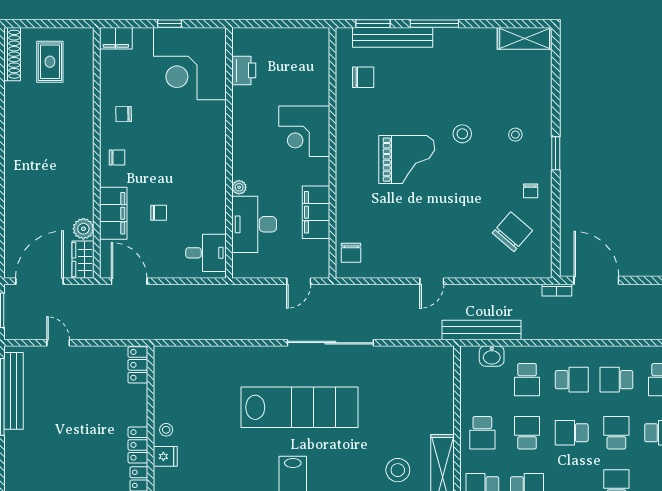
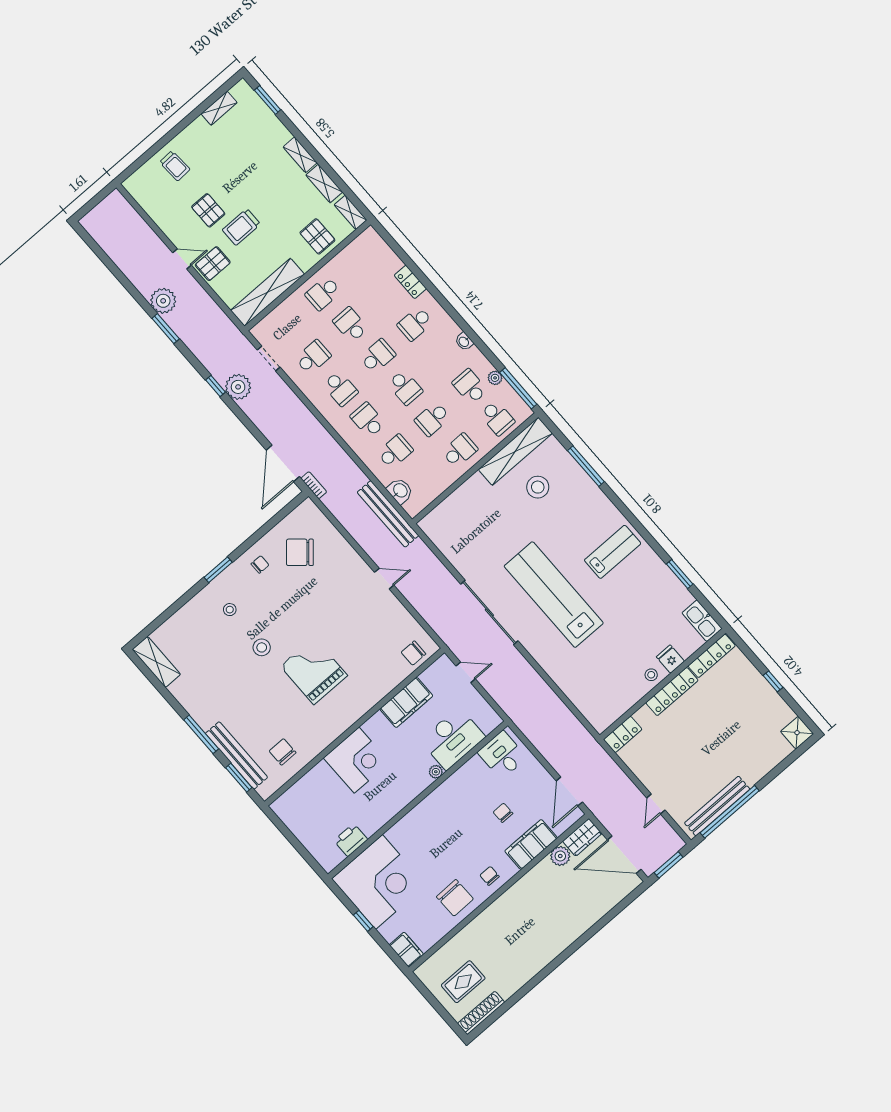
chair: (124, 114) -> (455, 898), width x1.87, depth x1.87
chair: (351, 253) -> (413, 653), turned 180
school desk: (616, 433) -> (378, 356), turned 180
locker: (138, 445) -> (672, 692), width x1.53

